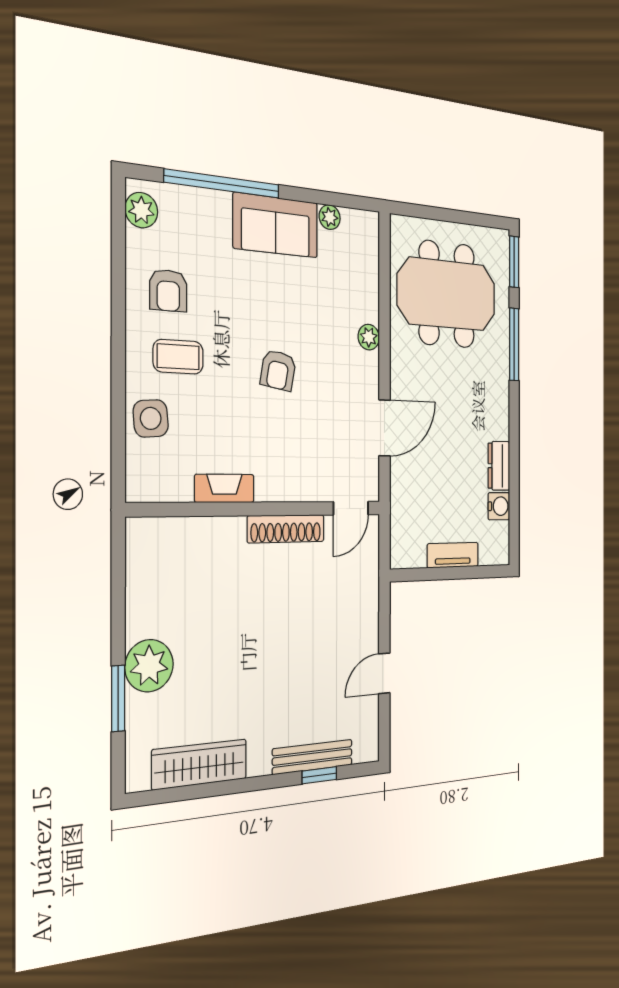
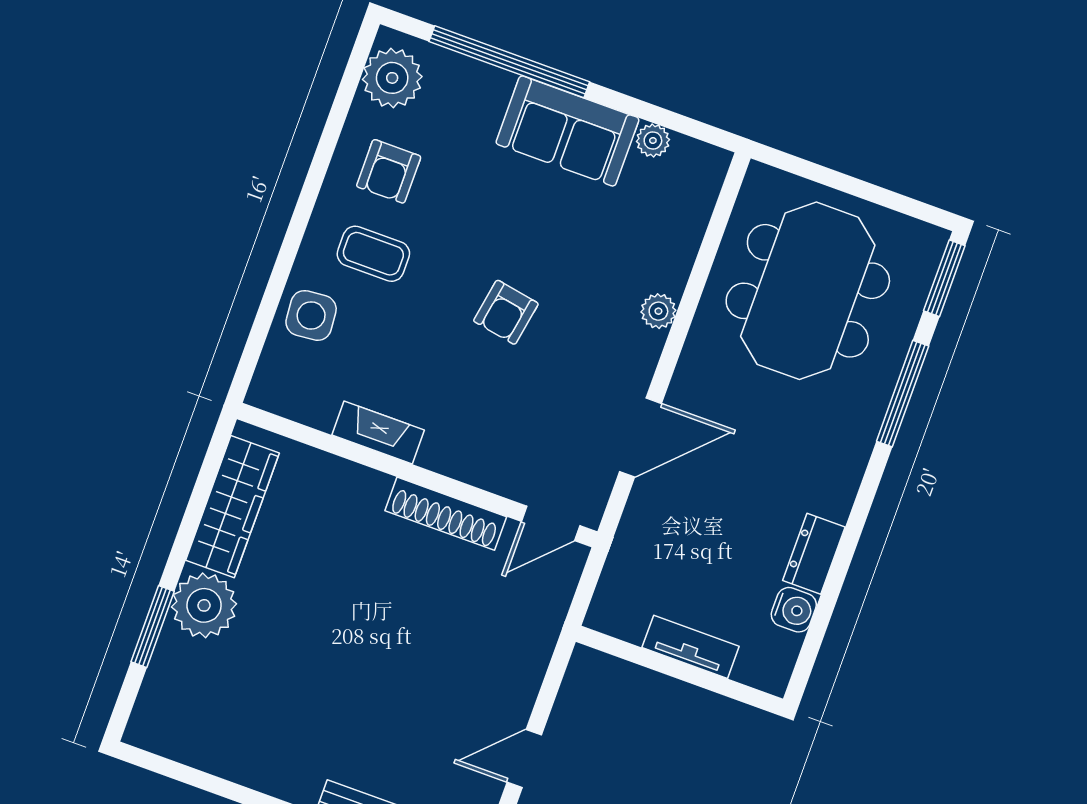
plant: (141, 210) -> (392, 78), width x1.36, depth x1.36
meeting table: (447, 294) -> (808, 291), turned 90
wardrobe: (200, 764) -> (232, 507), moved, turned 90

